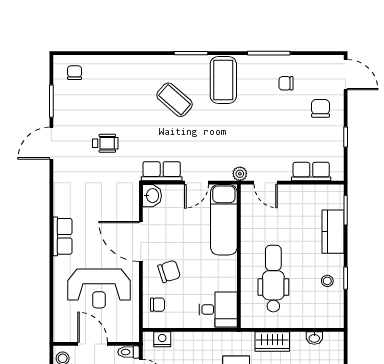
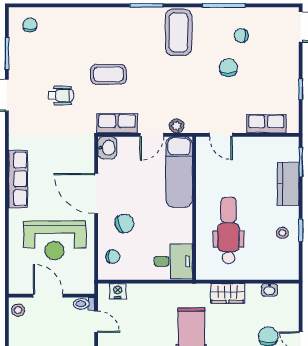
coffee table: (175, 100) -> (109, 74), moved, turned -41
chair: (320, 108) -> (228, 68), moved
plant: (240, 174) -> (177, 126), moved
row of seats: (63, 236) -> (18, 179), width x1.48

